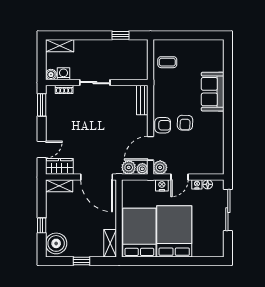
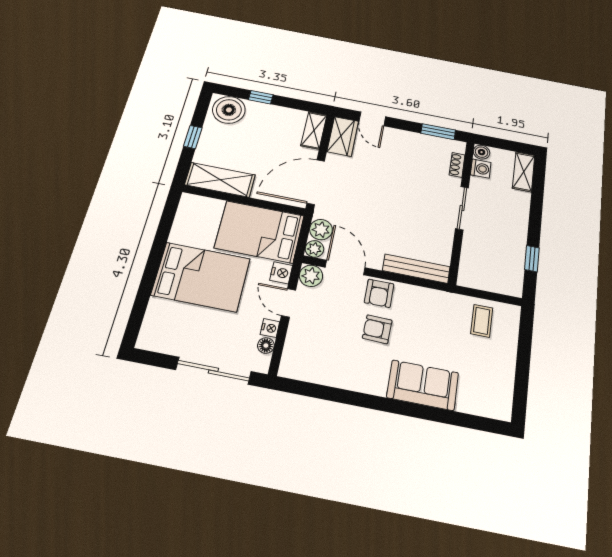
bench: (142, 100) -> (416, 269), width x1.36
bed: (139, 233) -> (259, 232), moved, turned 180
shelving: (110, 243) -> (220, 180), width x1.50, depth x1.33

